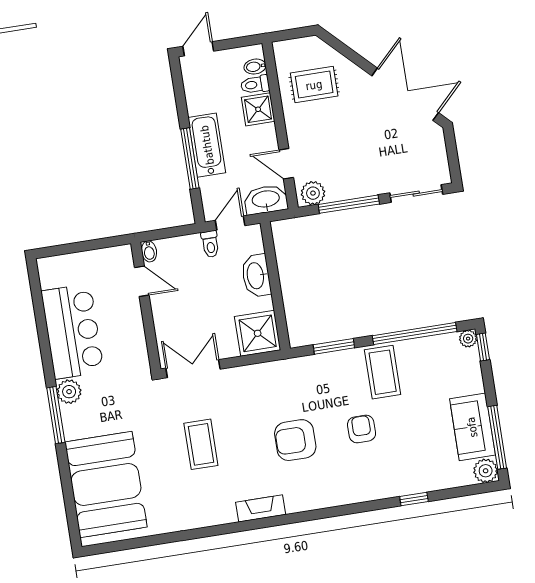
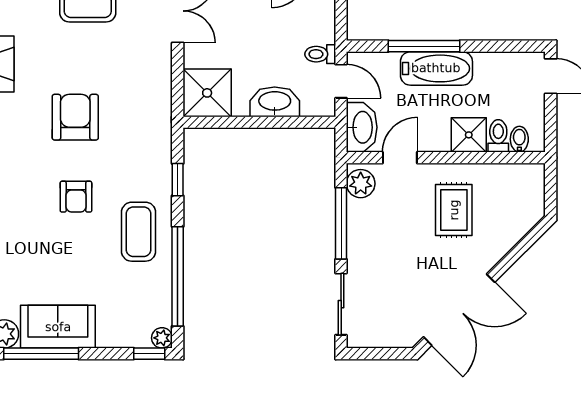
rug: (314, 85) -> (454, 210), moved
window: (334, 346) -> (178, 180), width x0.67
coffee table: (383, 372) -> (139, 232), turned 90
armchair: (362, 429) -> (76, 197), turned 90

